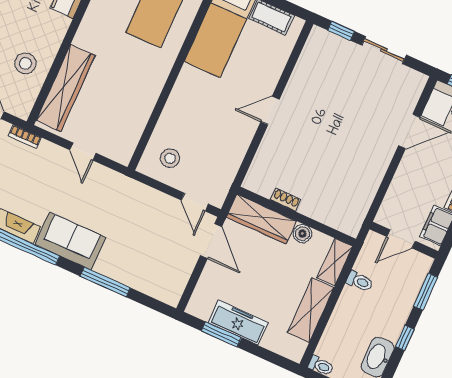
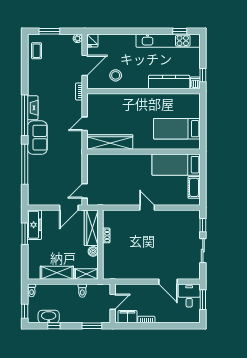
wardrobe: (66, 88) -> (110, 142), moved, turned 180
stool: (170, 158) -> (101, 169), removed
door: (401, 239) -> (113, 302), swing flipped
window: (105, 282) -> (25, 164), width x1.46
freezer: (238, 323) -> (34, 225), moved
window: (405, 338) -> (54, 326), moved

